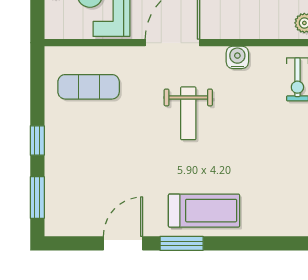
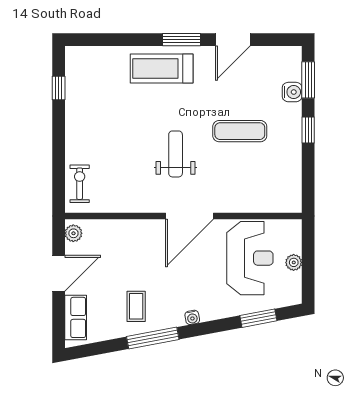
water cooler: (237, 57) -> (292, 92), moved, turned -90
exercise mat: (89, 87) -> (240, 131), moved

